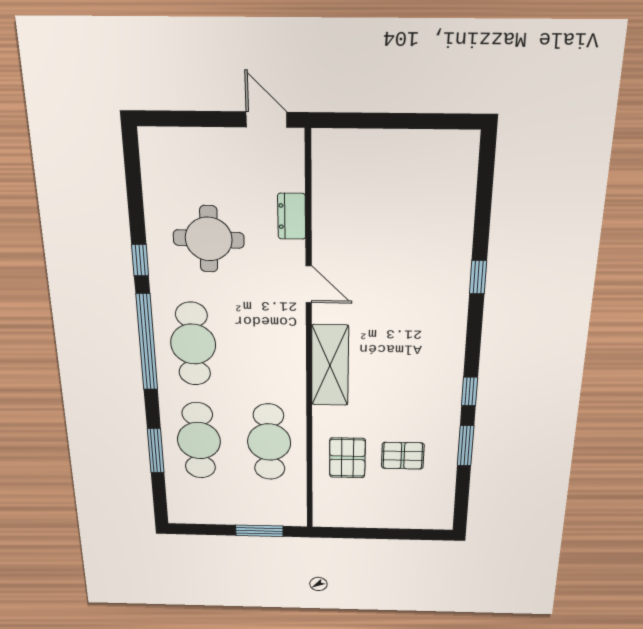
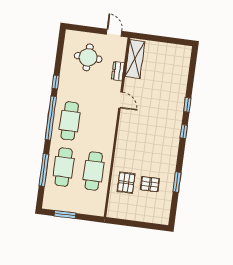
round table: (209, 239) -> (88, 57), moved
shelving: (330, 365) -> (135, 59), moved
window: (470, 391) -> (184, 131), moved
window: (156, 451) -> (44, 170), width x1.44
window: (259, 531) -> (65, 215), moved

